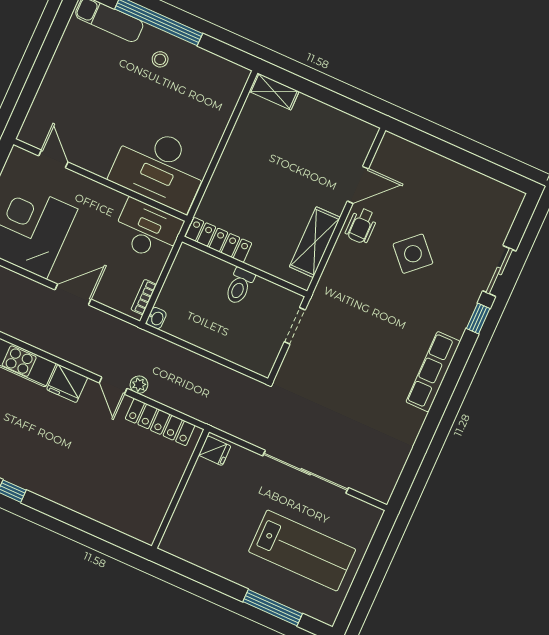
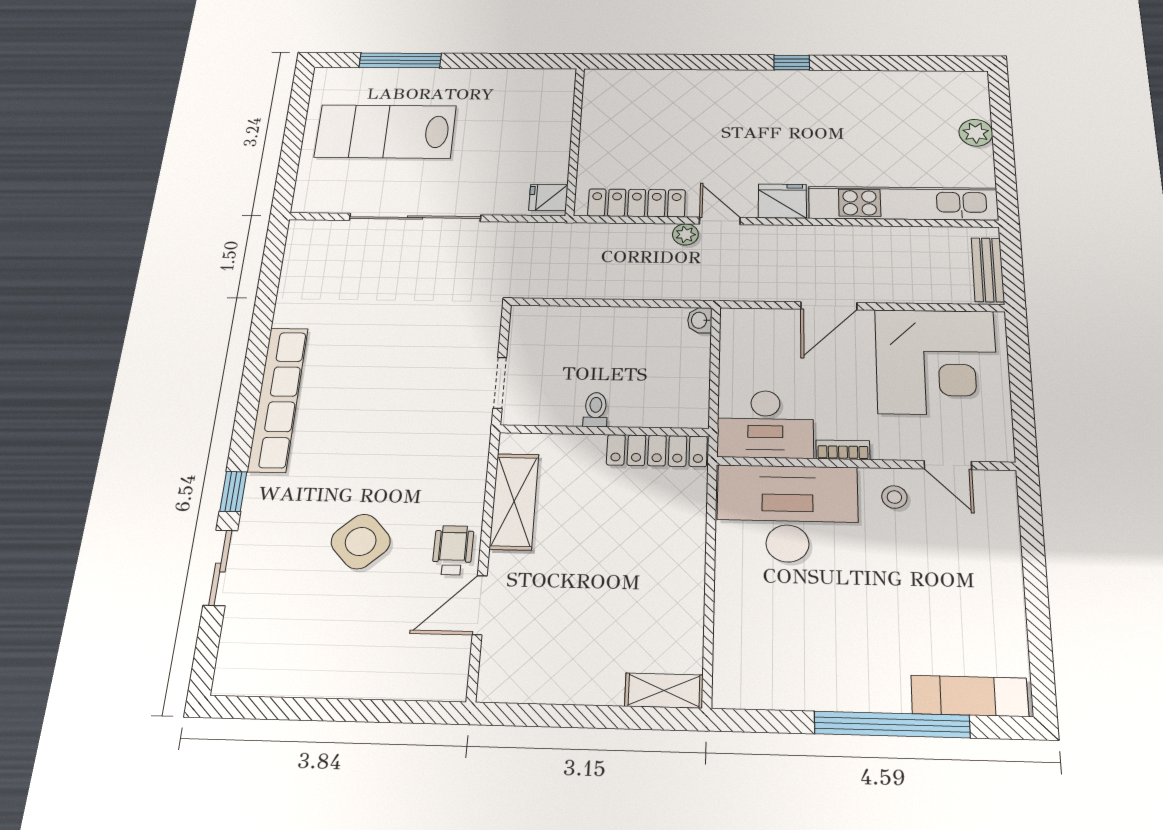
stool: (160, 59) -> (894, 497), moved
toilet: (240, 286) -> (596, 410), width x0.73, depth x0.72
bookcase: (144, 297) -> (843, 450), moved, turned -90
row of seats: (433, 372) -> (278, 399), width x1.36

